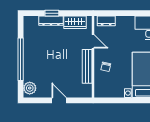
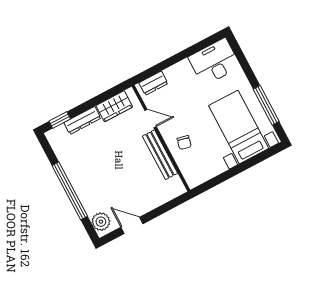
window: (52, 13) -> (60, 120), moved
door: (59, 100) -> (132, 225), moved

